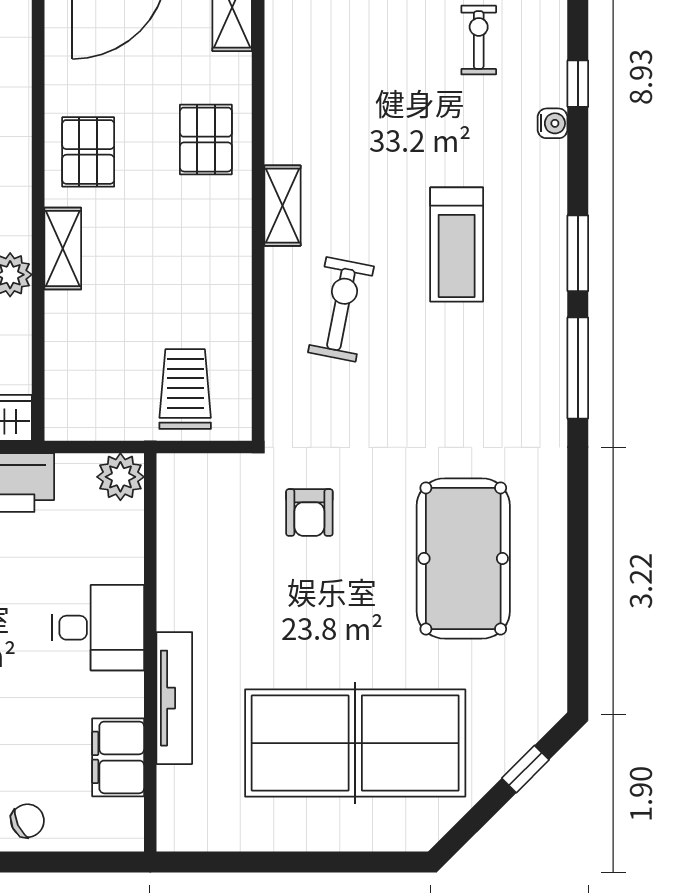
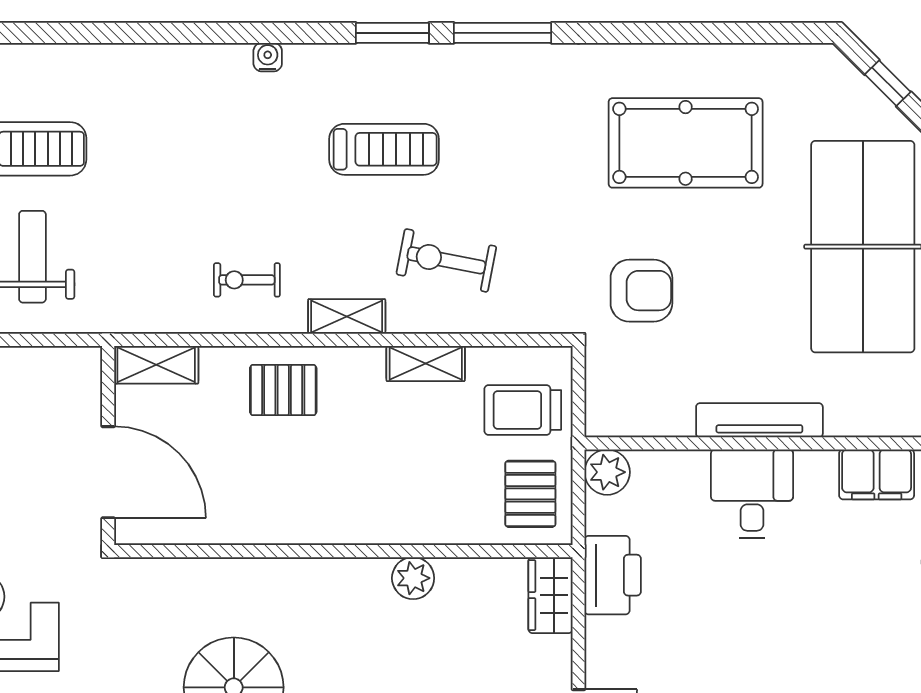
exercise bike: (479, 40) -> (247, 280), moved
window: (578, 84) -> (230, 33), removed
pallet: (88, 152) -> (530, 494), moved, turned 90
shelving: (63, 249) -> (426, 363), moved
armchair: (309, 513) -> (641, 291), width x1.38, depth x1.38
tv unit: (174, 698) -> (759, 420), moved

